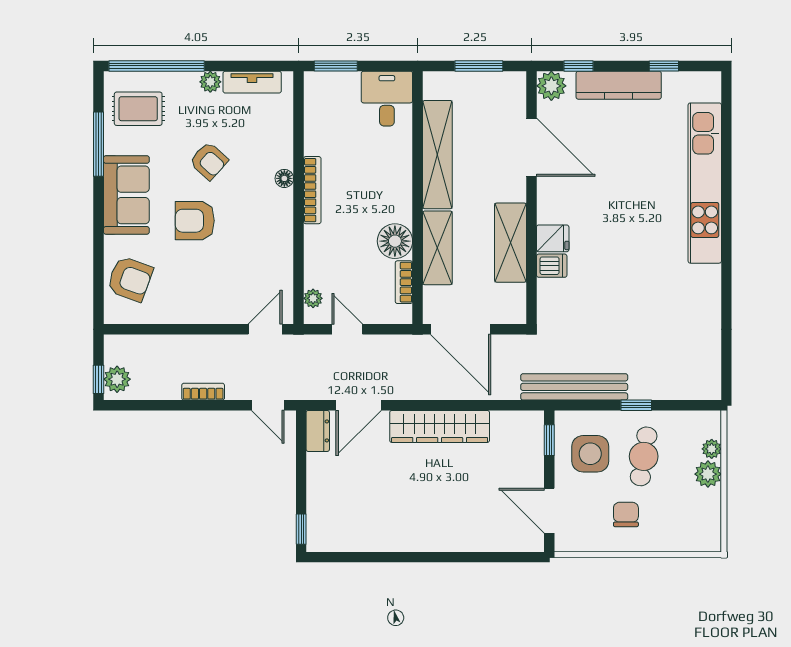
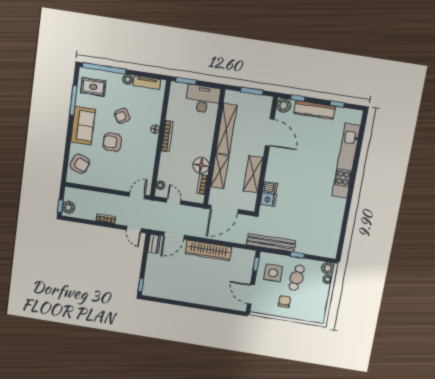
desk: (387, 99) -> (203, 99), width x1.37
armchair: (209, 161) -> (122, 116), turned 107
fridge: (553, 238) -> (268, 200), moved
door: (461, 329) -> (224, 209), hinge flipped
plant: (708, 474) -> (328, 268), moved

